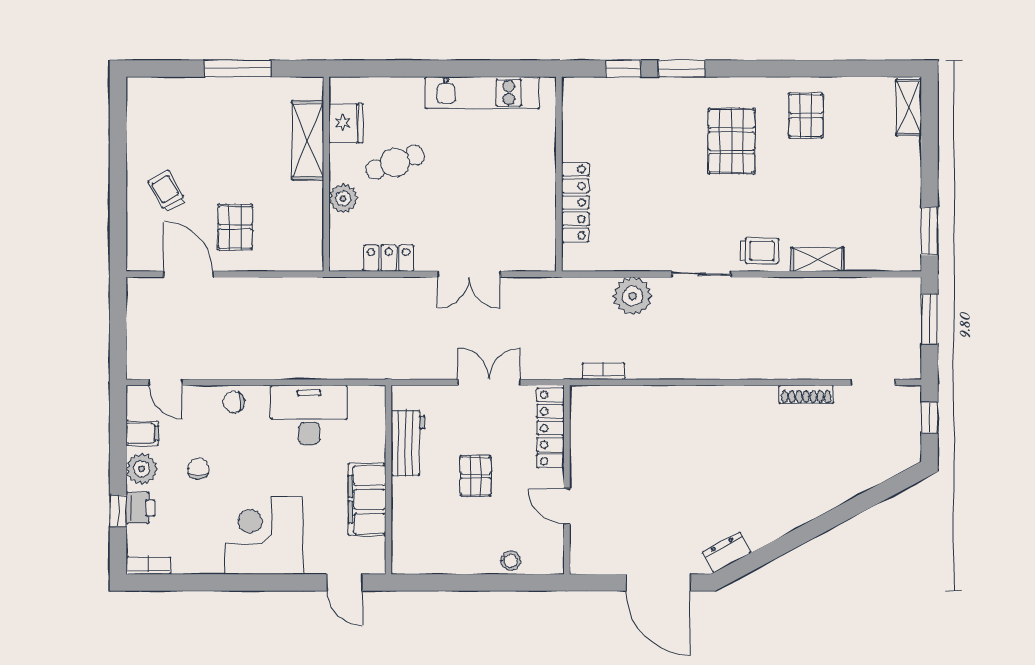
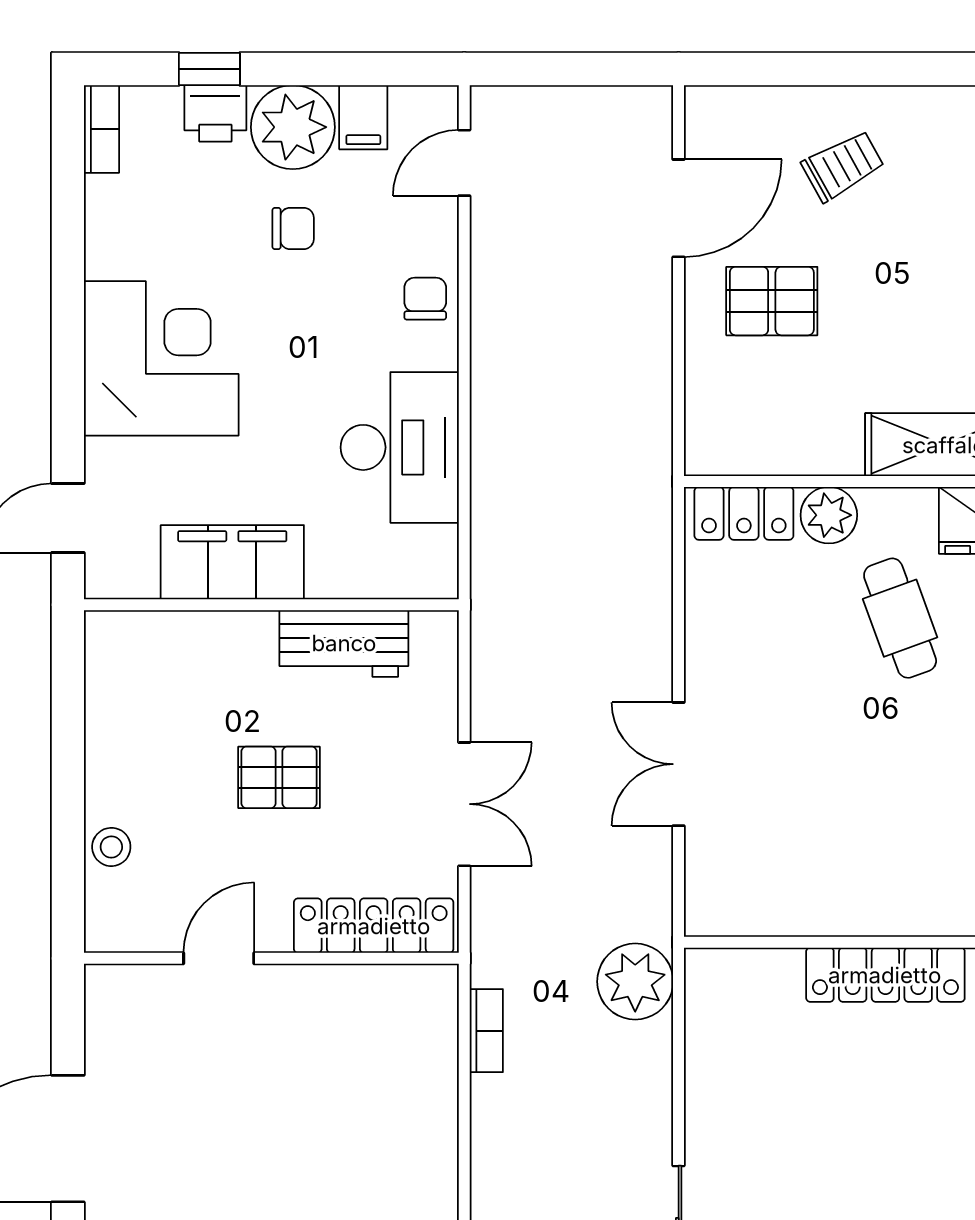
locker: (575, 202) -> (885, 975), moved
locker: (389, 258) -> (744, 513), moved, turned 90
plant: (633, 296) -> (635, 982), moved
plant: (142, 469) -> (293, 127), width x1.36, depth x1.36

